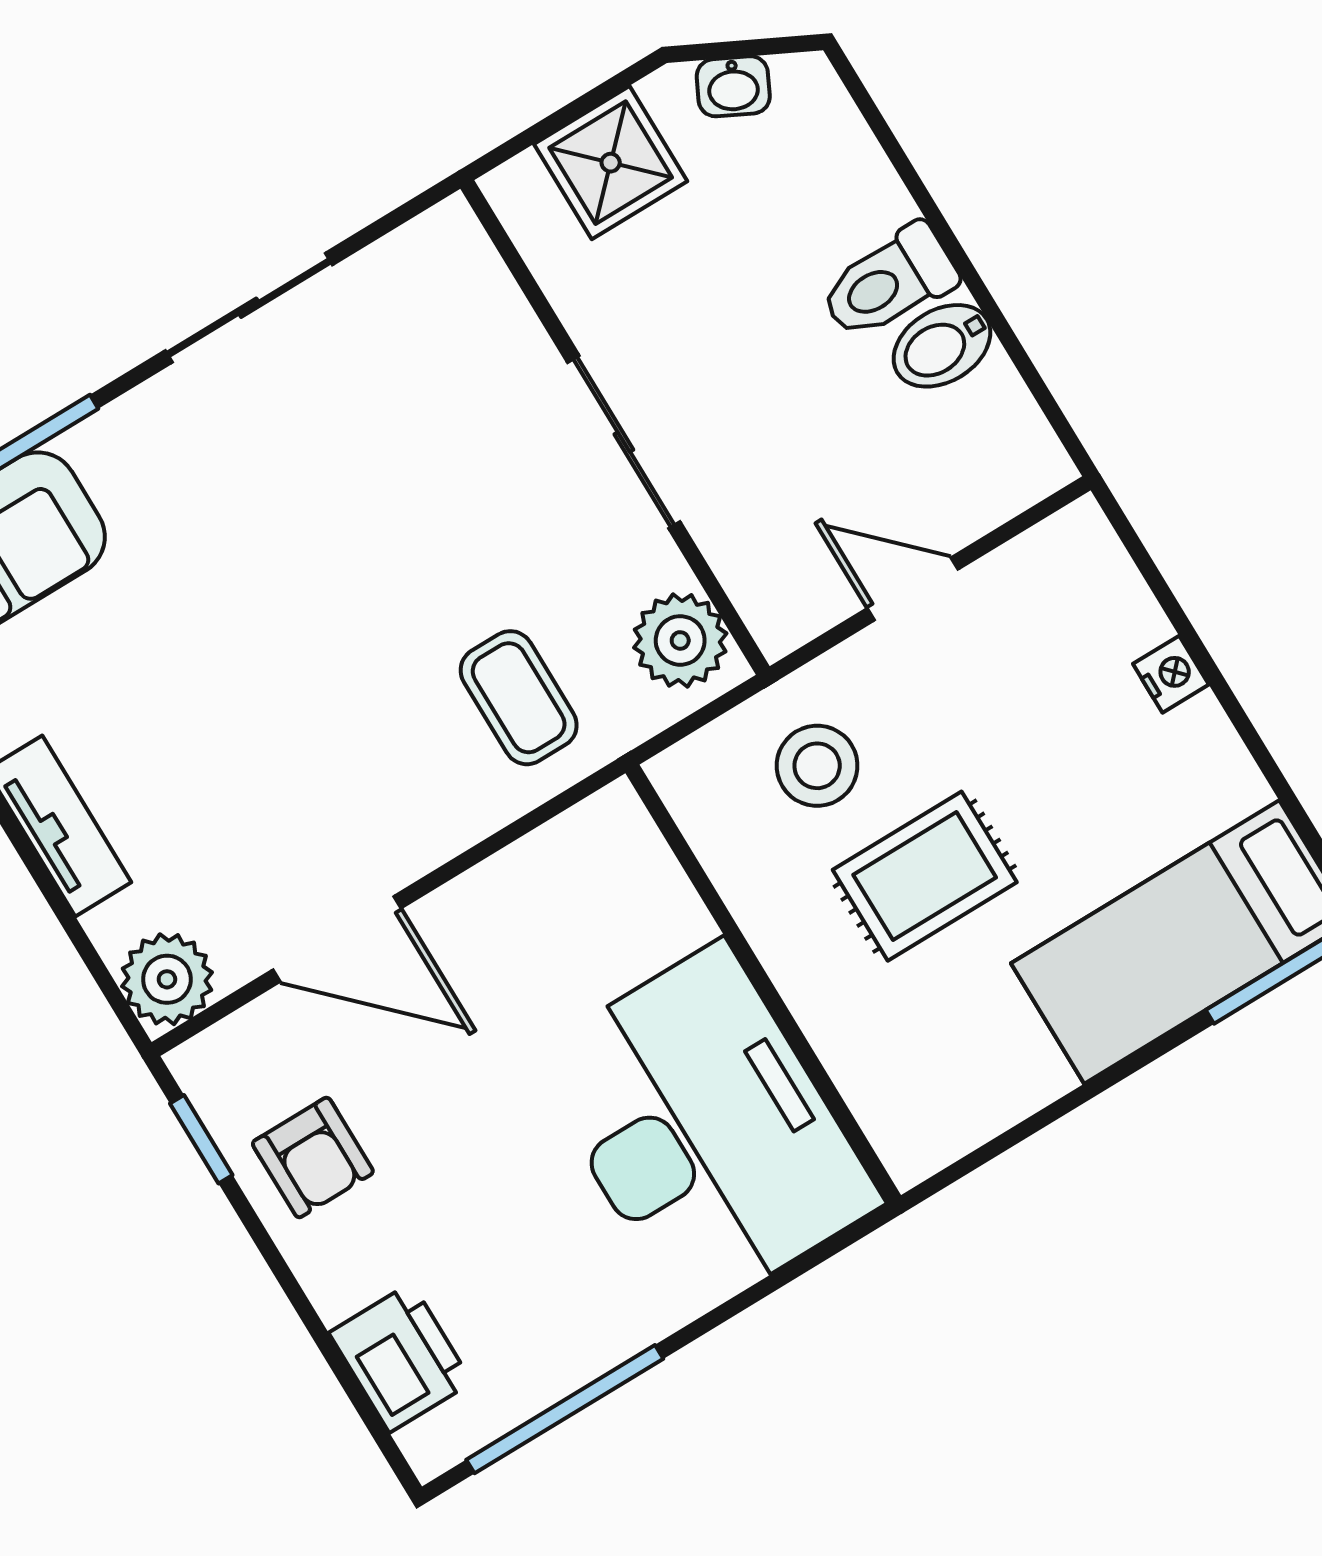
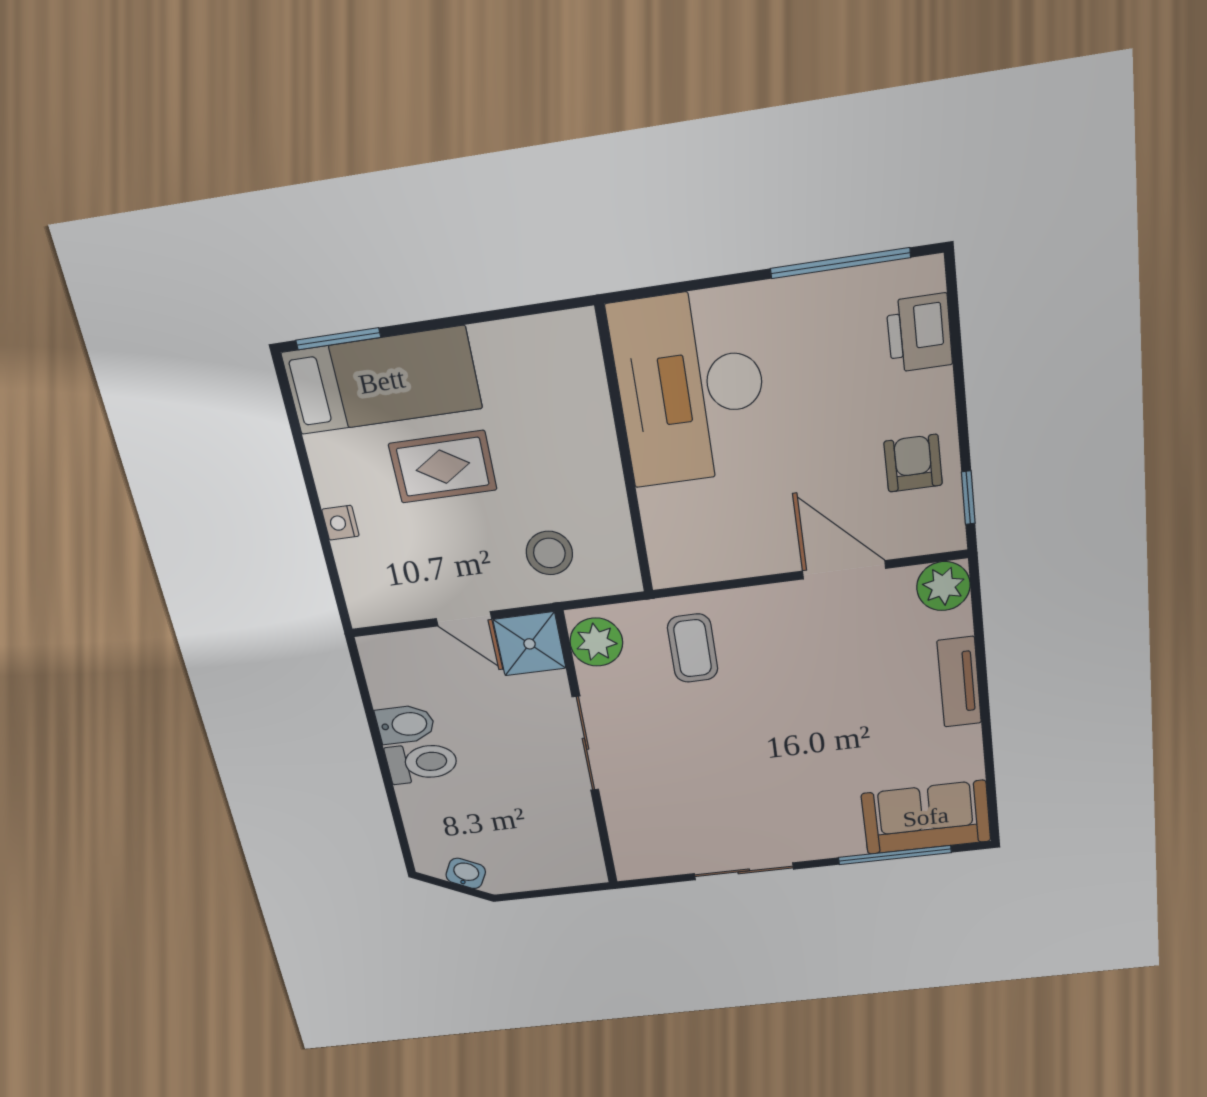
shower: (611, 163) -> (530, 644), moved
rug: (925, 876) -> (443, 467), moved

